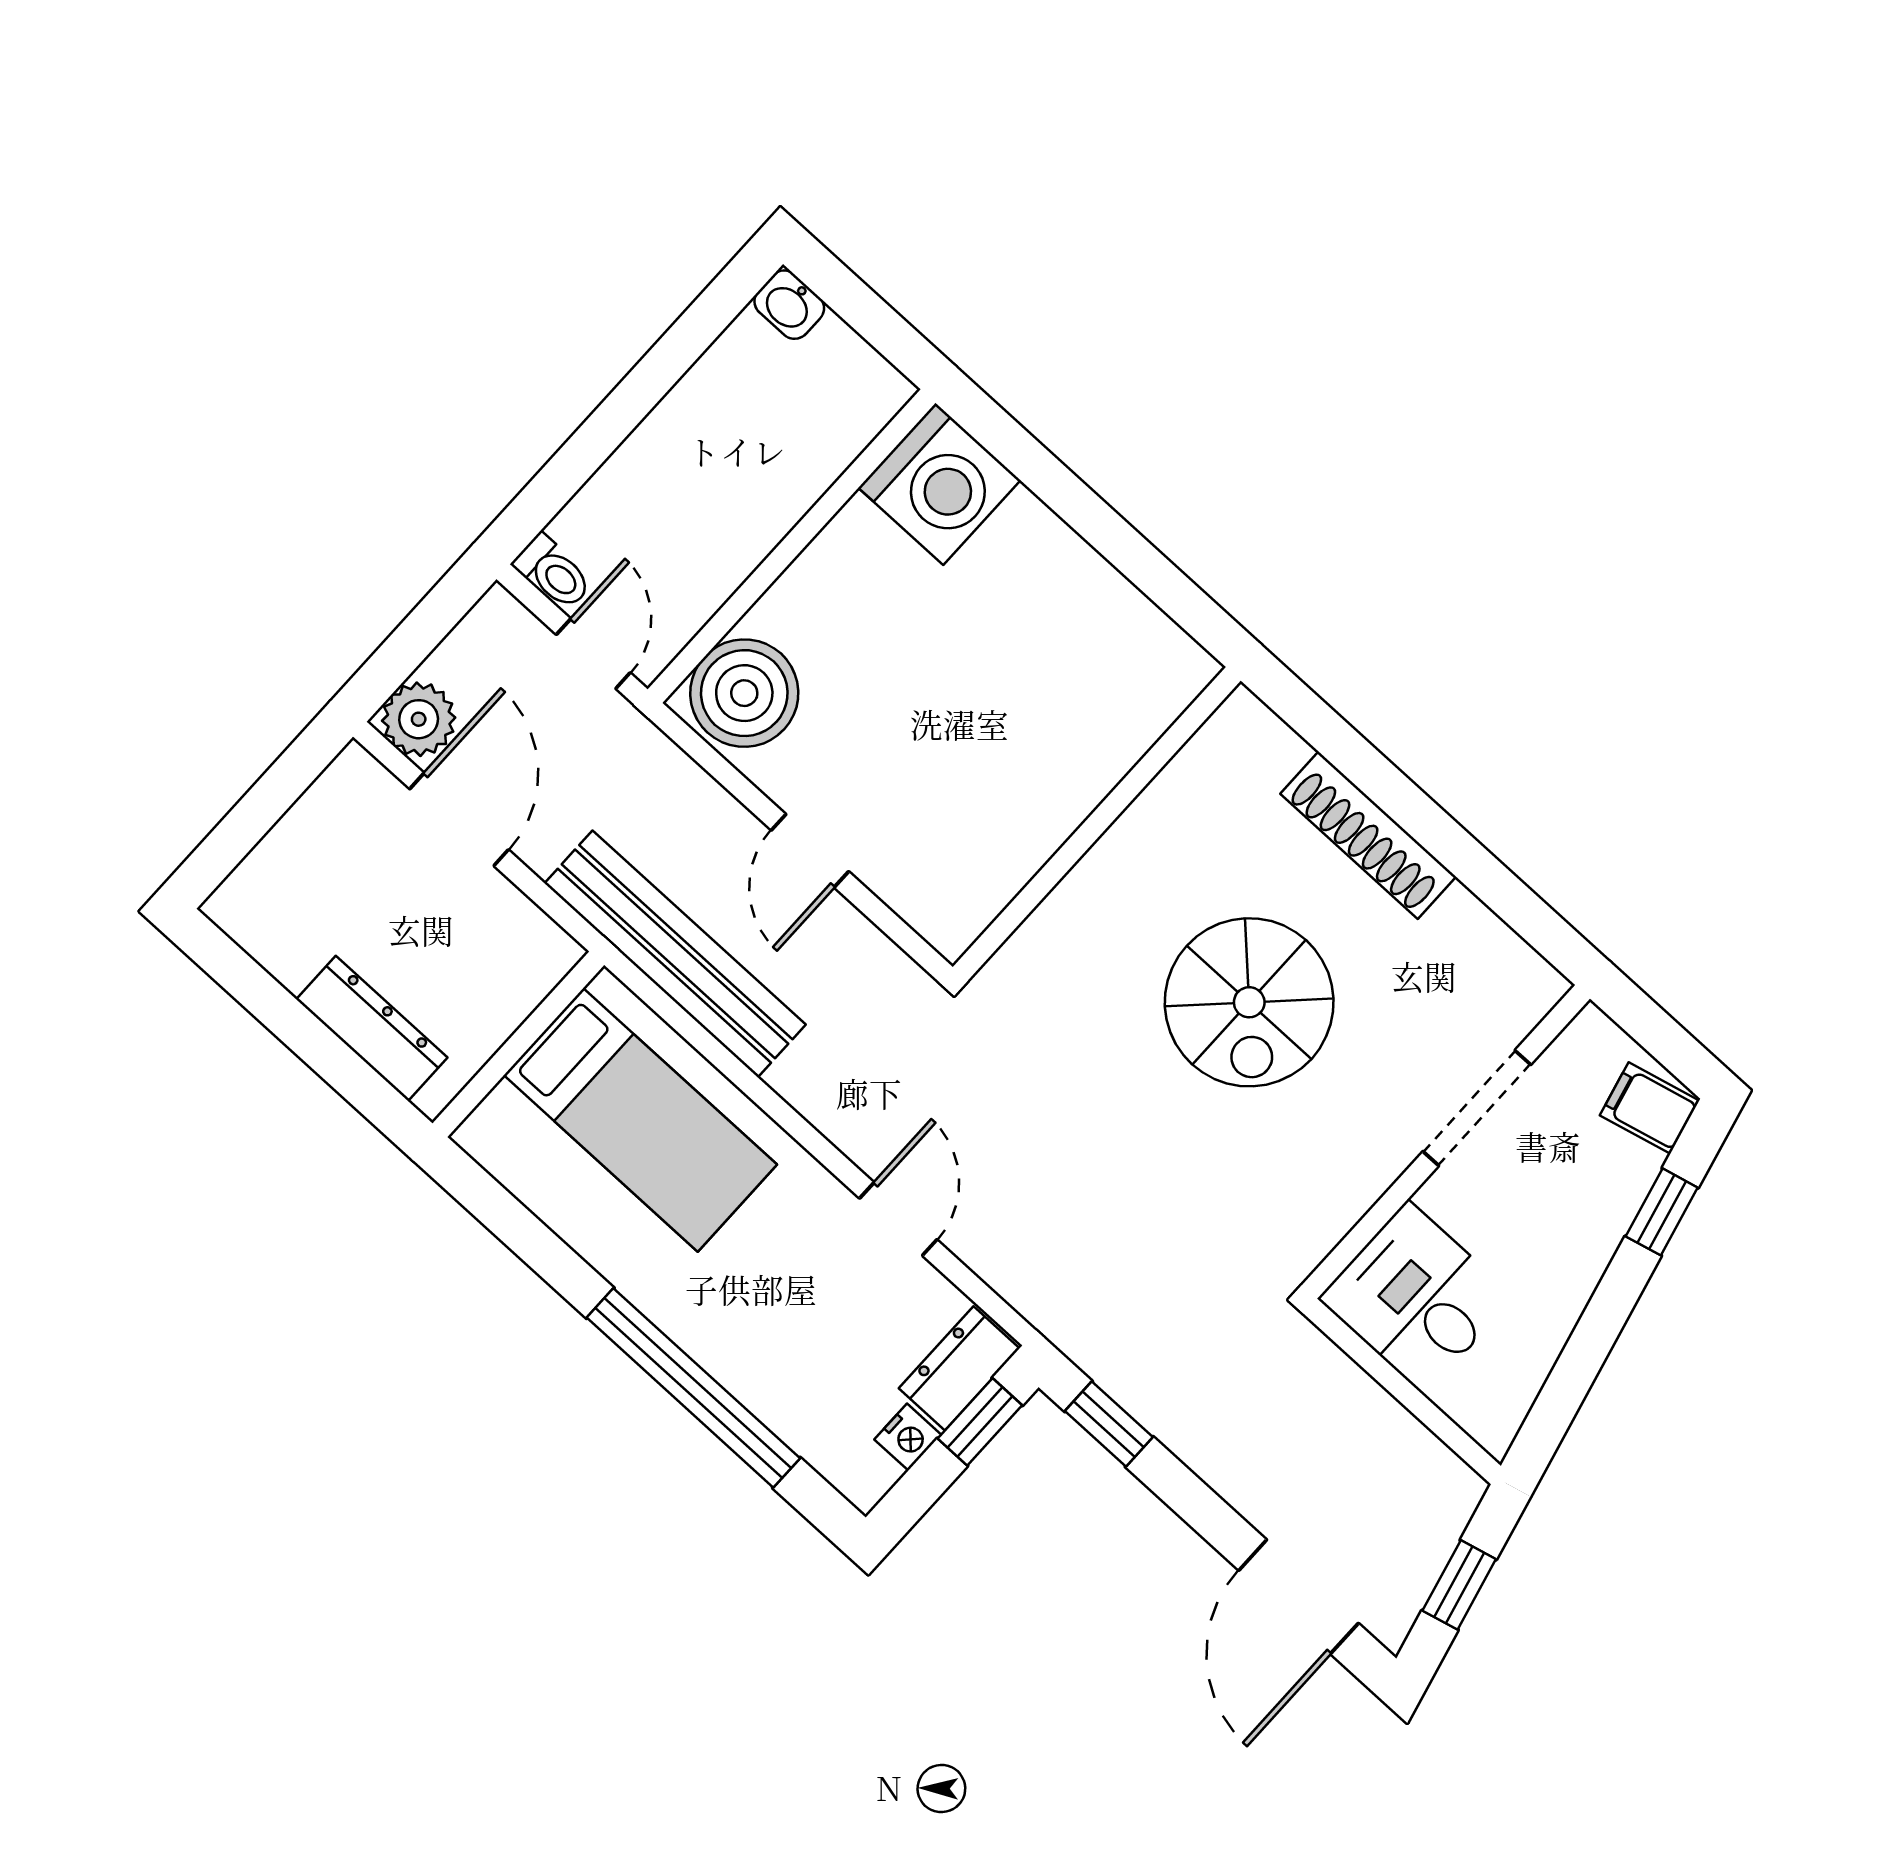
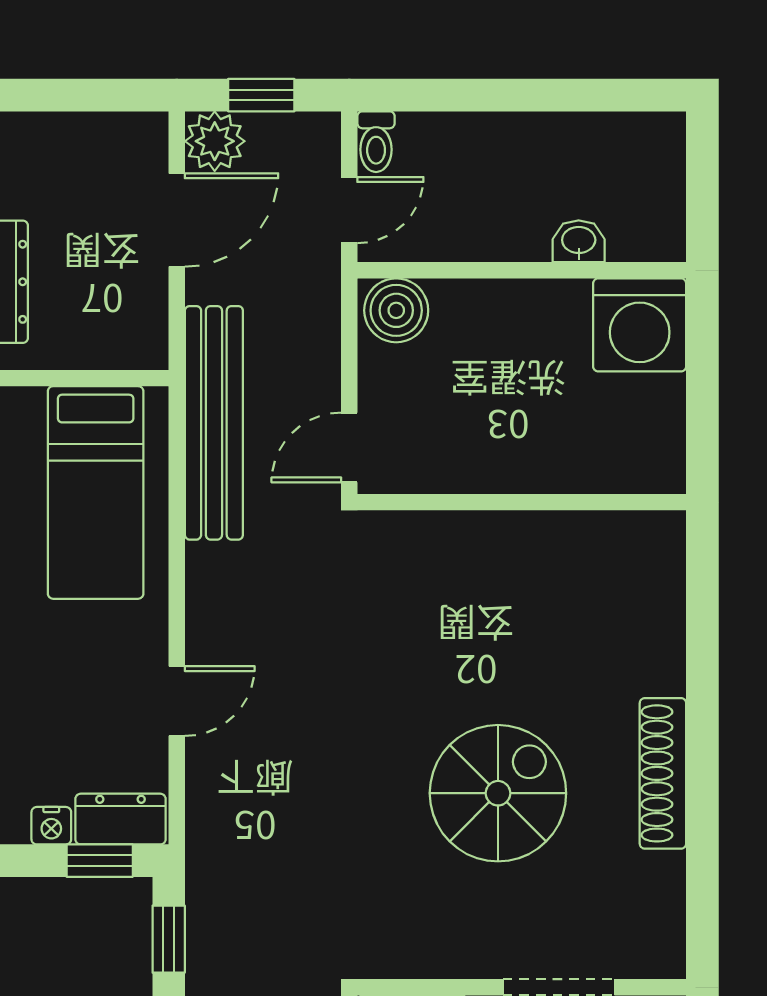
washbasin: (789, 305) -> (579, 241), moved, turned 90
window: (415, 638) -> (261, 95), added
boiler: (744, 693) -> (396, 310), width x0.73, depth x0.73
wall: (1097, 824) -> (522, 502), moved
spiral stairs: (1249, 1002) -> (498, 793), turned 180

